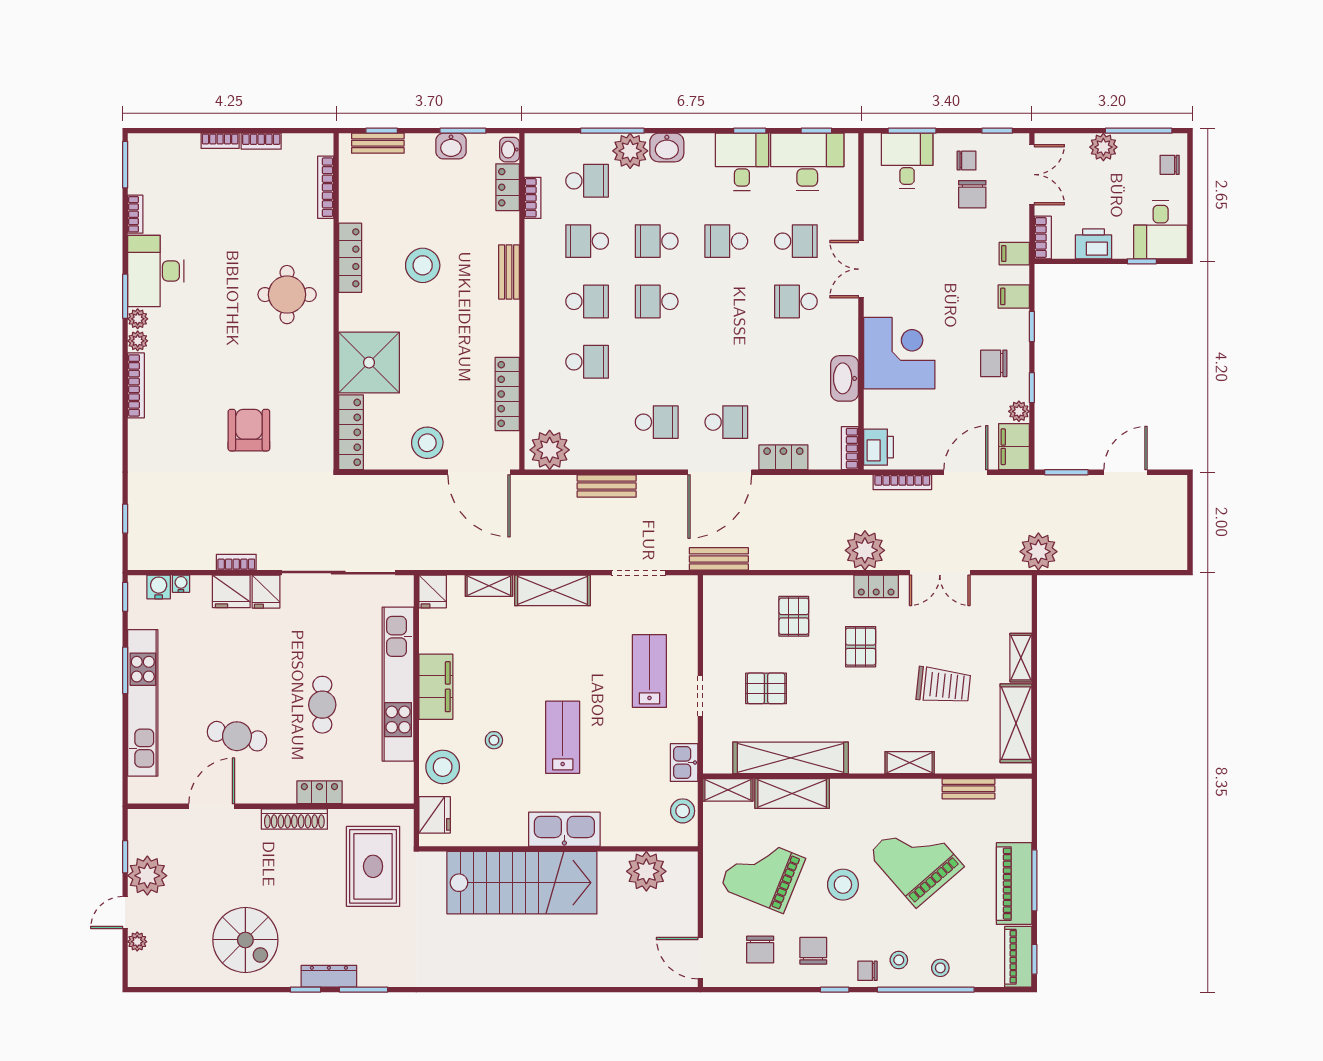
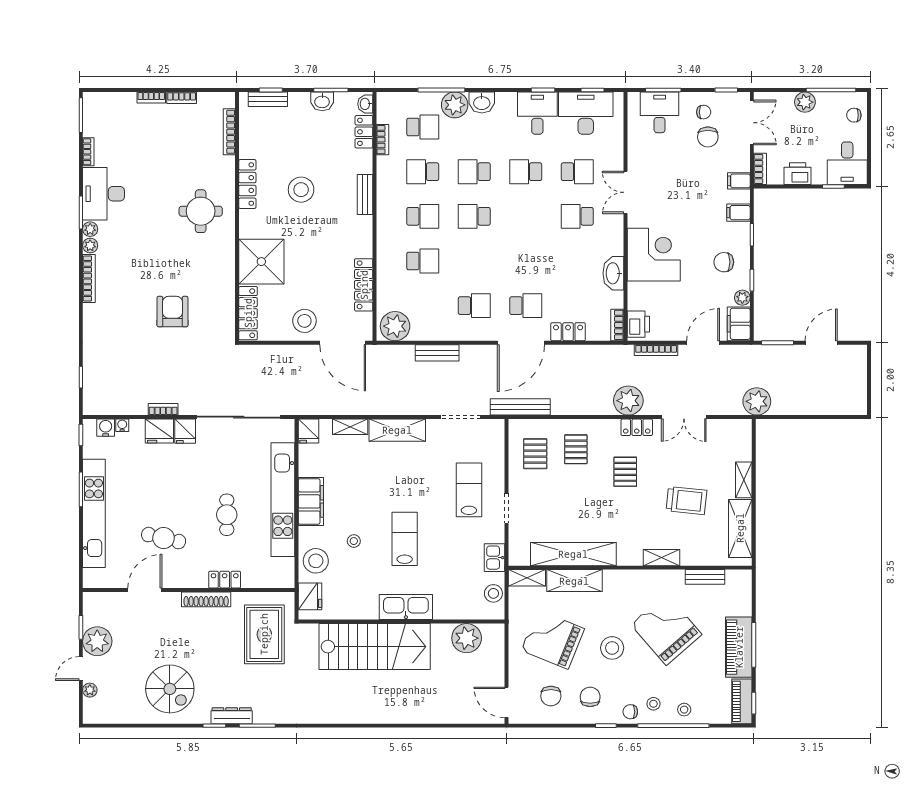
bench: (719, 559) -> (520, 407), width x1.36
pallet: (766, 688) -> (535, 454), moved, turned 90

